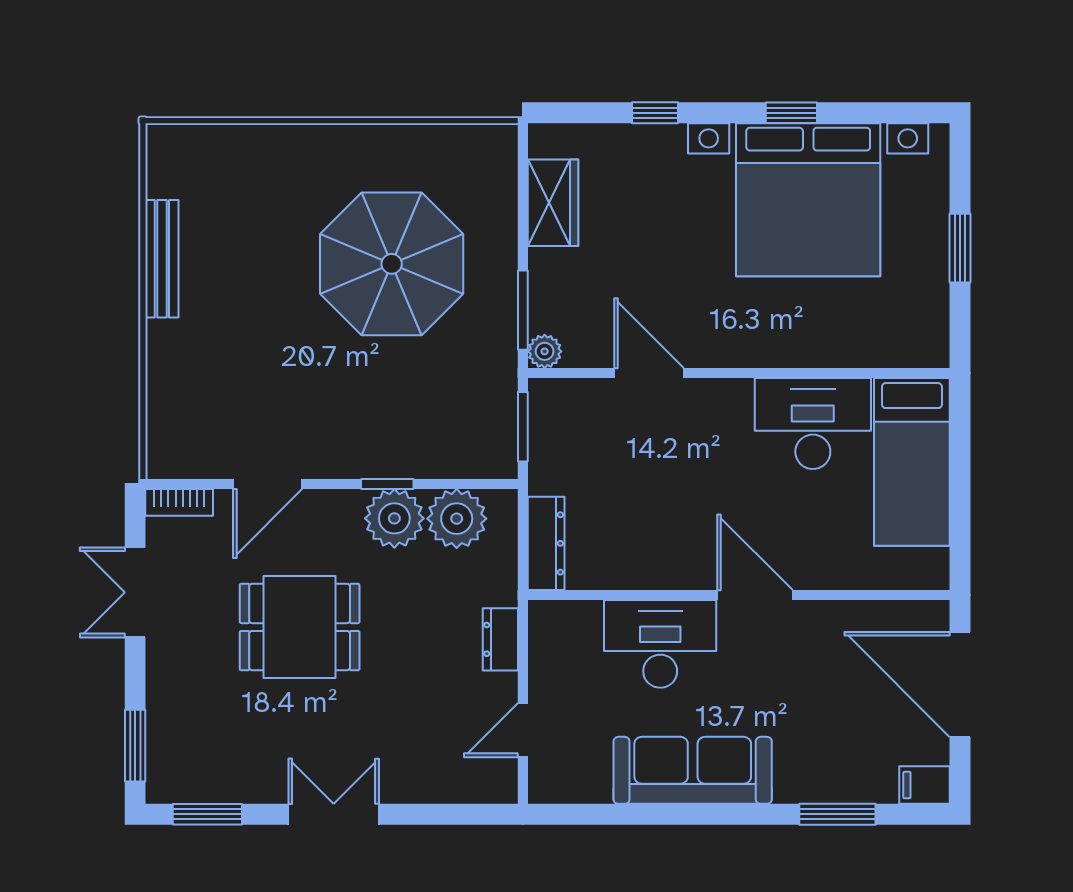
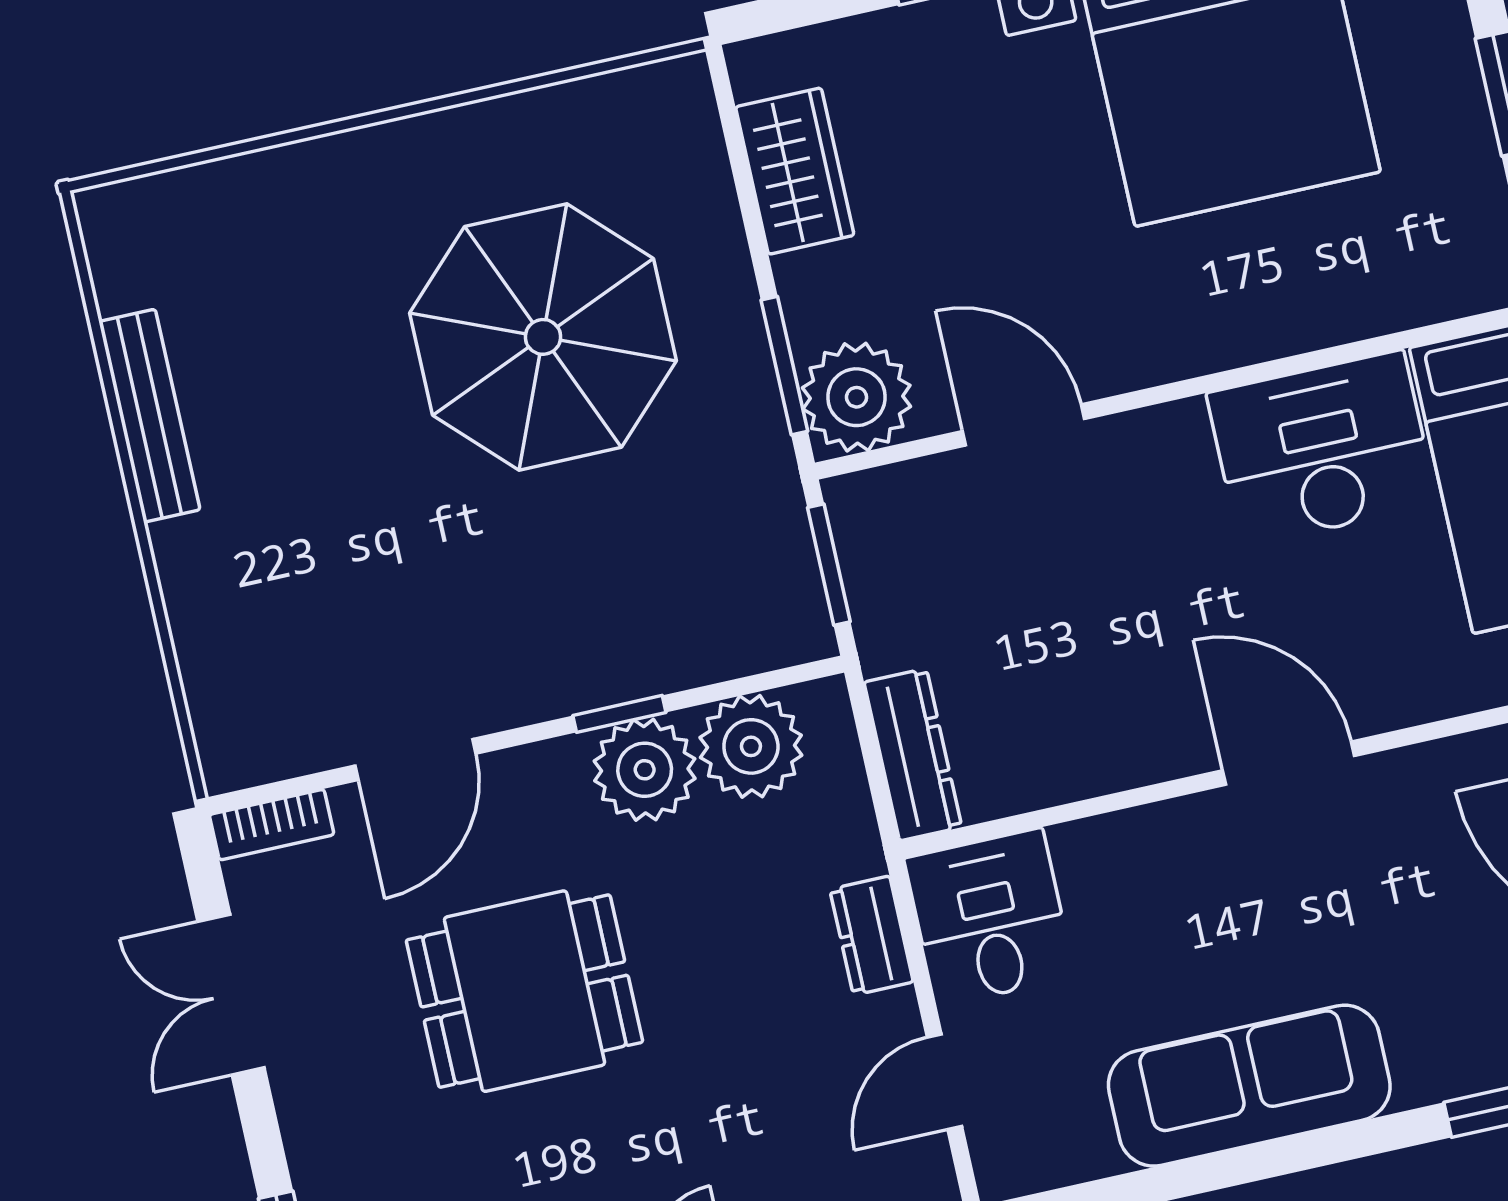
plant: (545, 351) -> (856, 397), width x1.88, depth x1.88
desk: (660, 644) -> (990, 917), moved, width x0.73

